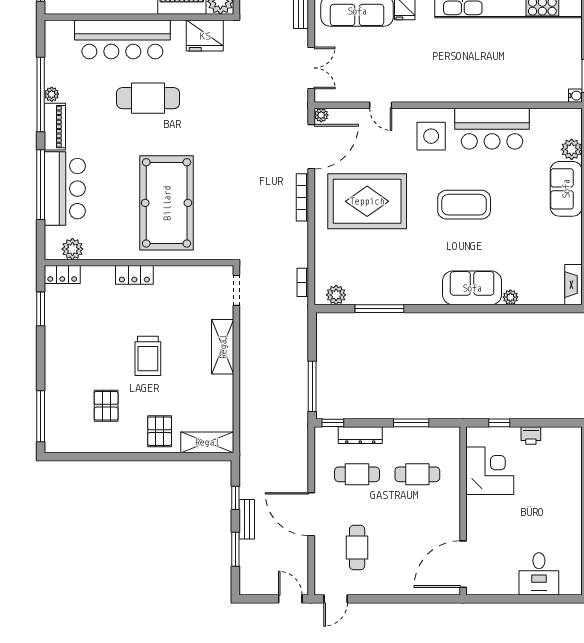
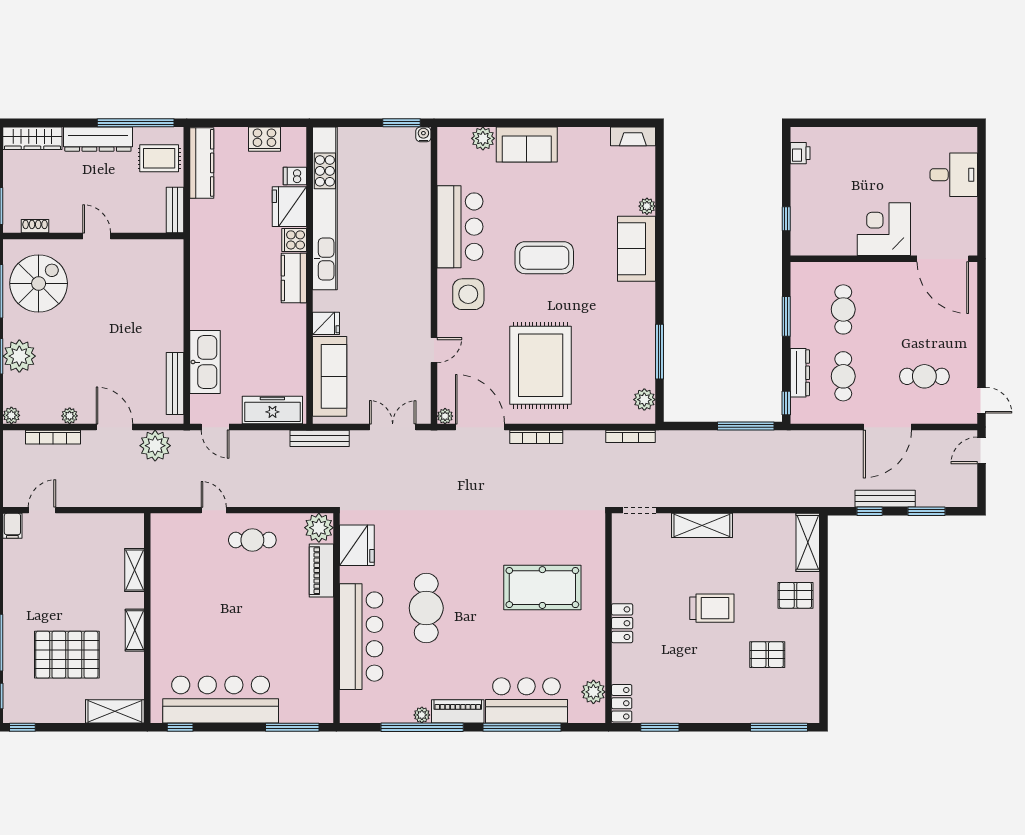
pool table: (167, 203) -> (542, 588), width x0.73, depth x0.76
coffee table: (464, 205) -> (544, 258), turned 90
bookcase: (303, 282) -> (630, 436), width x1.56
printer: (531, 435) -> (800, 153), moved
corner desk: (490, 471) -> (884, 229), moved
bench: (247, 519) -> (885, 499), width x1.36

